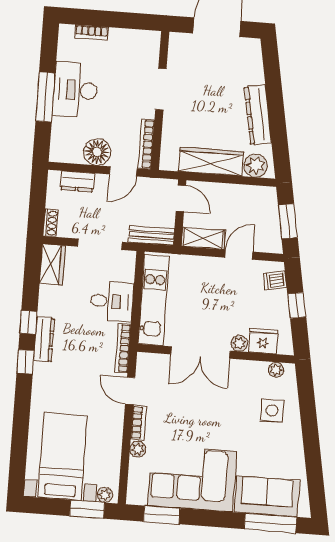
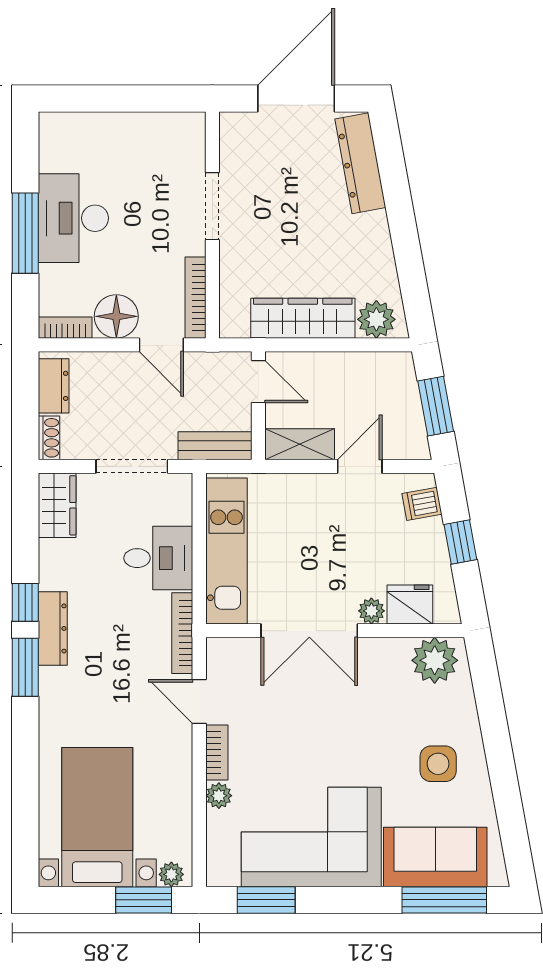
bookcase: (92, 32) -> (65, 328), moved, turned 180
dresser: (258, 115) -> (360, 163), moved
door: (123, 171) -> (161, 345), hinge flipped
dresser: (77, 181) -> (54, 386), moved, turned -90
window: (25, 362) -> (25, 667), width x1.50
plant: (276, 370) -> (435, 660), width x1.87, depth x1.87
side table: (272, 410) -> (438, 764), moved

